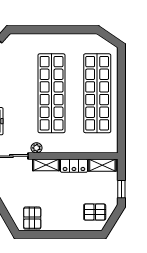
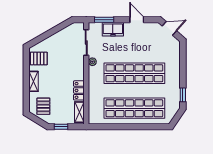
window: (80, 30) -> (183, 95), added
shelving: (46, 165) -> (34, 81), moved

